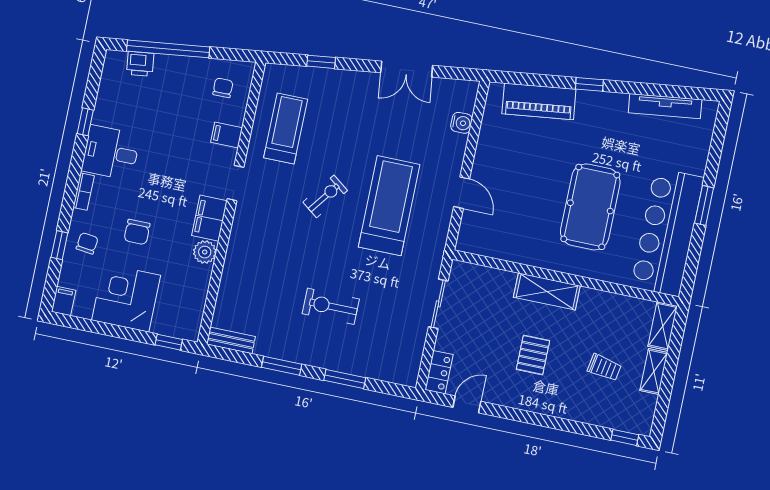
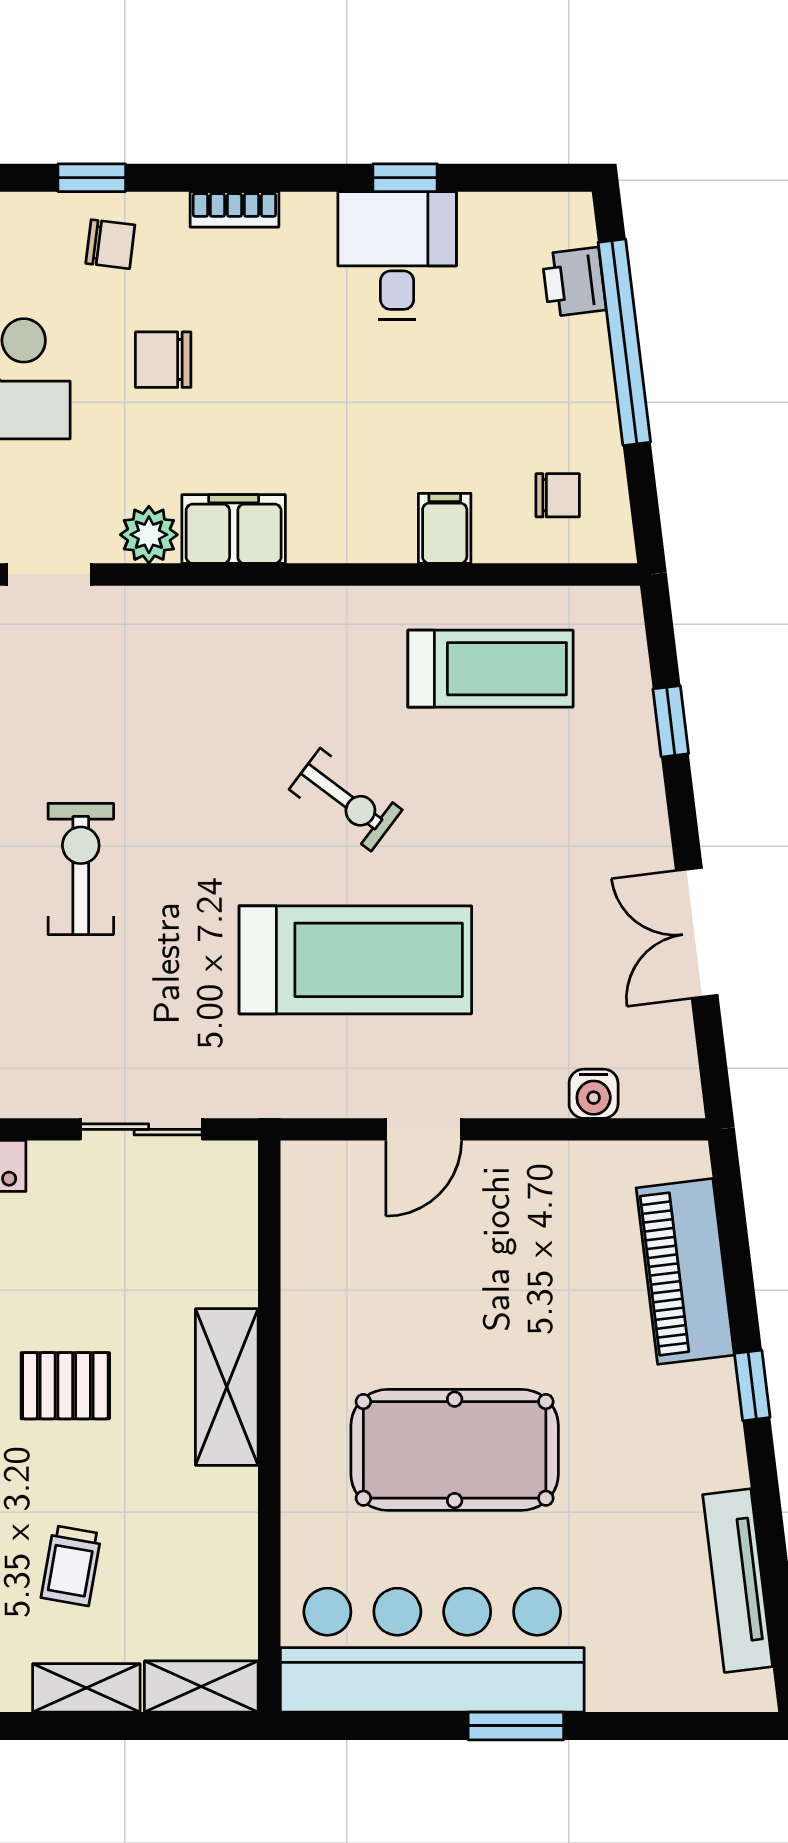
desk: (111, 153) -> (397, 256), moved
doorway: (235, 183) -> (49, 574), moved

